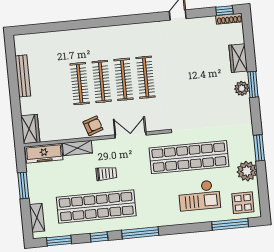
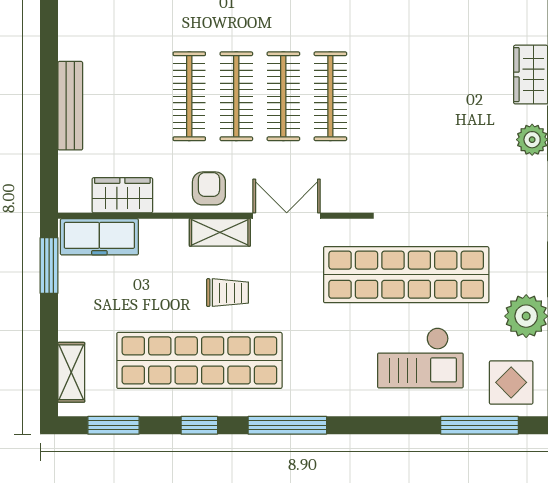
bench: (23, 76) -> (70, 106), moved
armchair: (93, 126) -> (209, 188), turned -71
wardrobe: (30, 129) -> (122, 195), moved, turned -90
shelving: (77, 148) -> (220, 232), moved
window: (23, 186) -> (49, 265), moved

